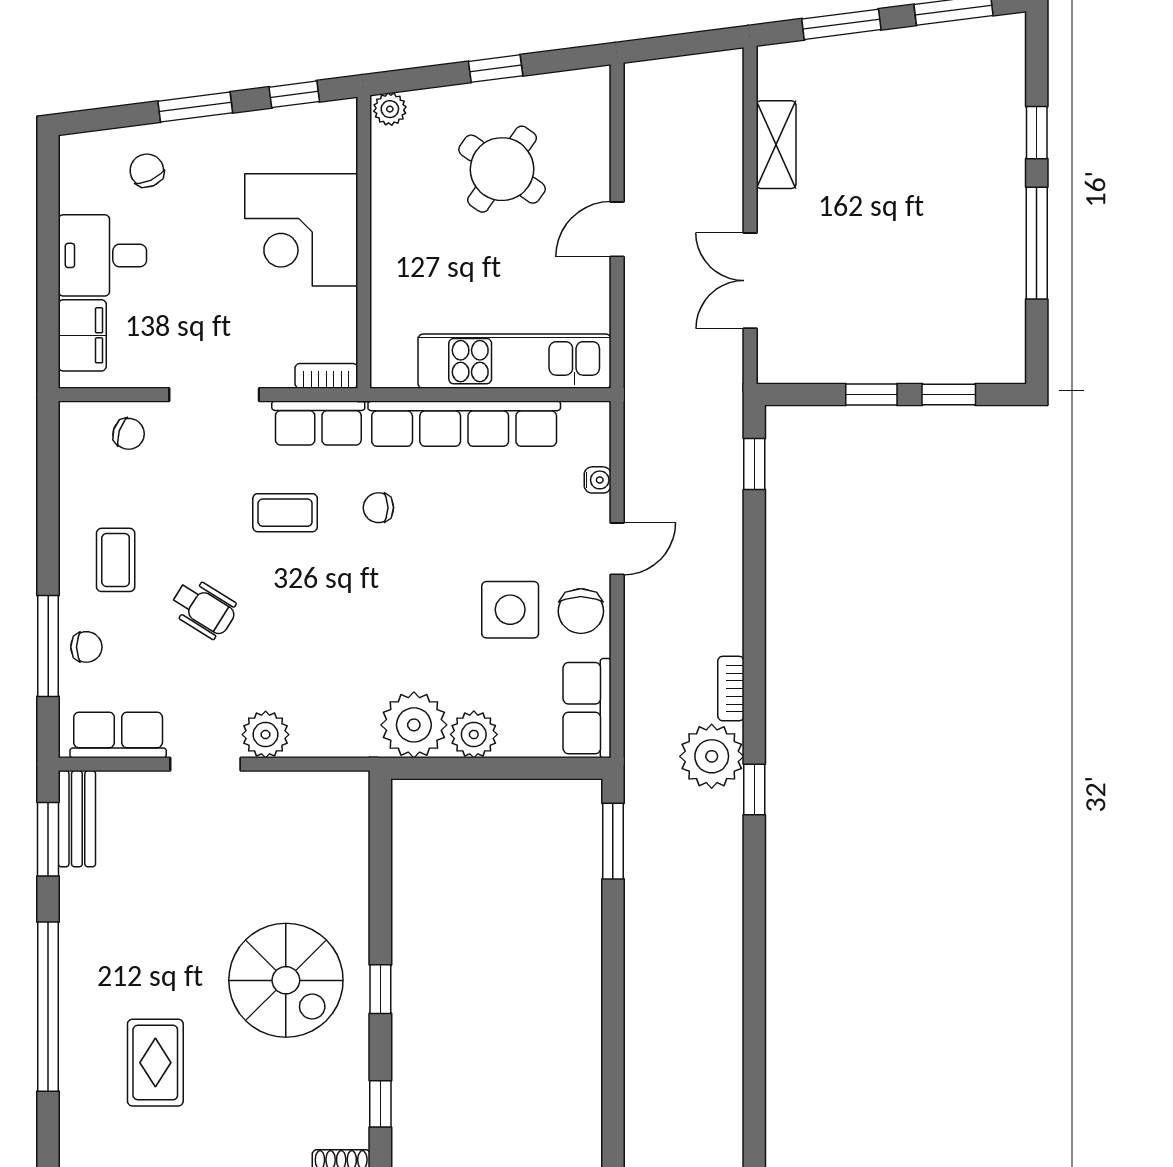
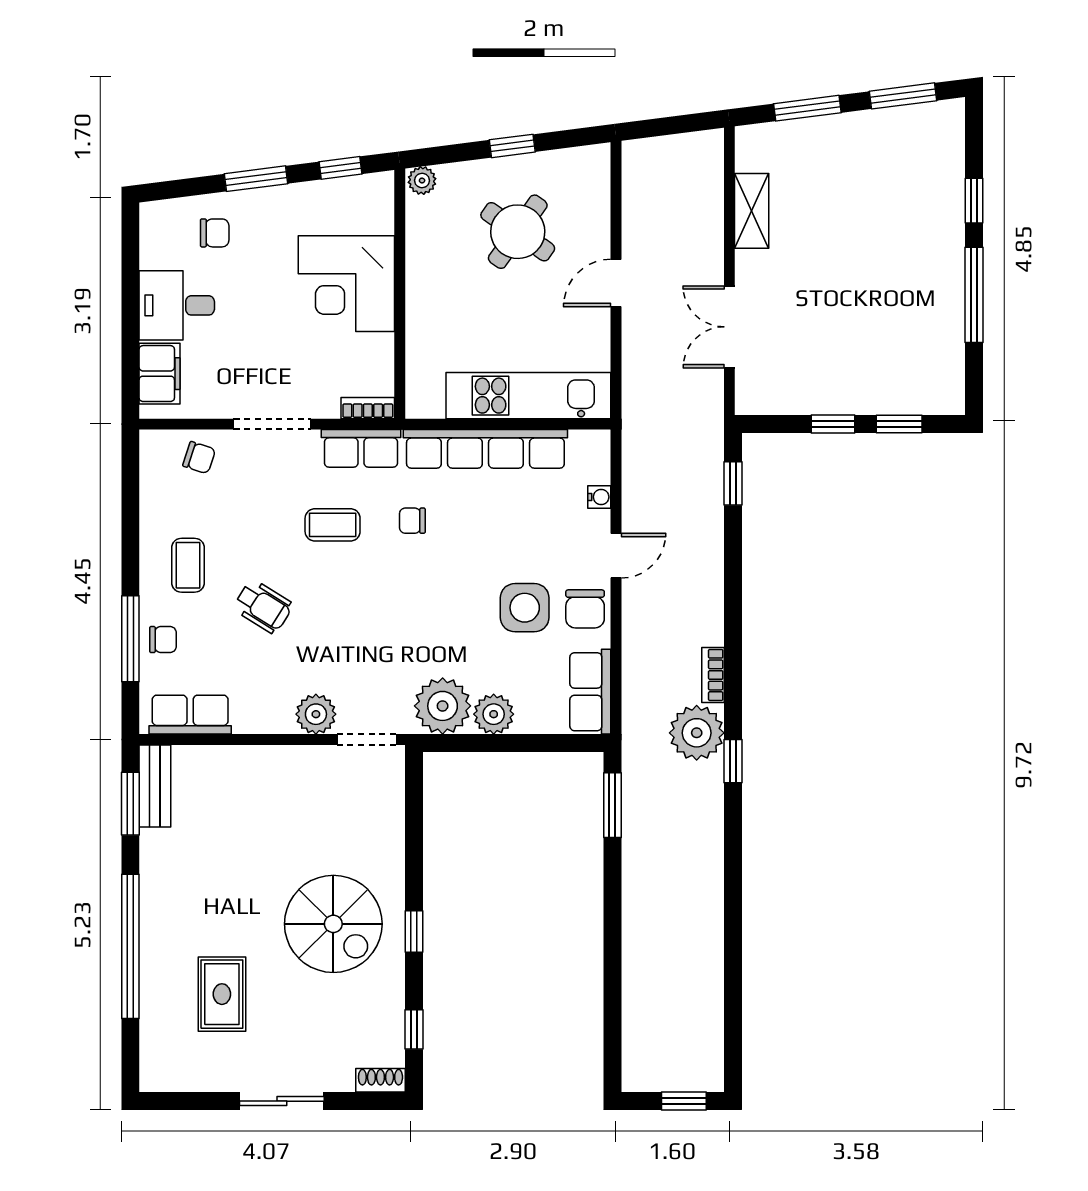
chair: (147, 171) -> (215, 233), turned 114
doorway: (205, 764) -> (367, 740), moved

